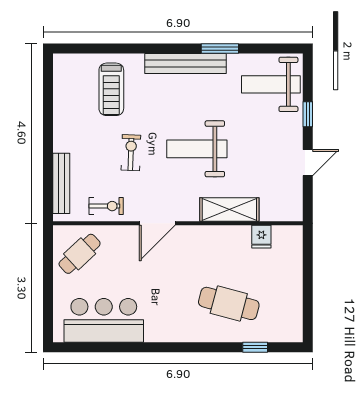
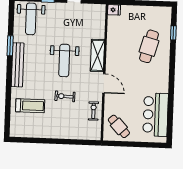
bench: (61, 183) -> (80, 135), removed
shelving: (229, 210) -> (98, 55), moved
fridge: (261, 237) -> (114, 10), moved

